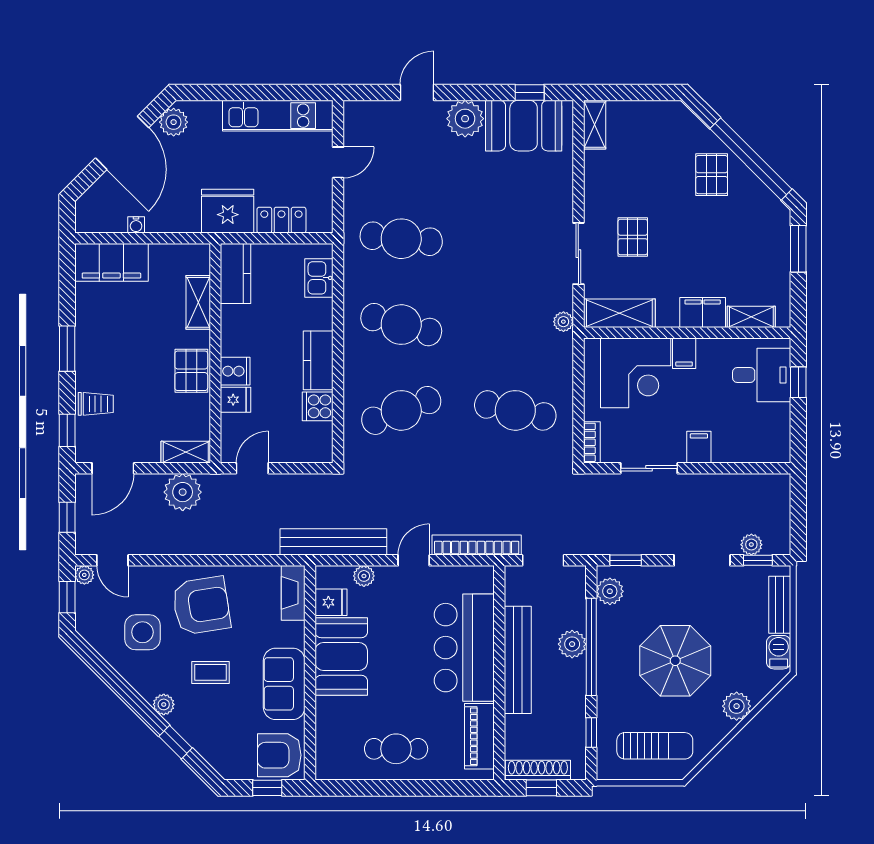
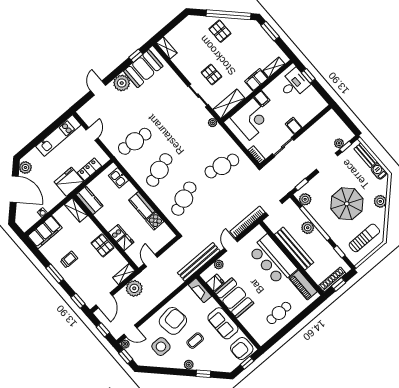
shelving: (198, 302) -> (76, 210), moved
cafe table: (401, 325) -> (159, 170), turned -33
trolley: (96, 404) -> (69, 260), moved

